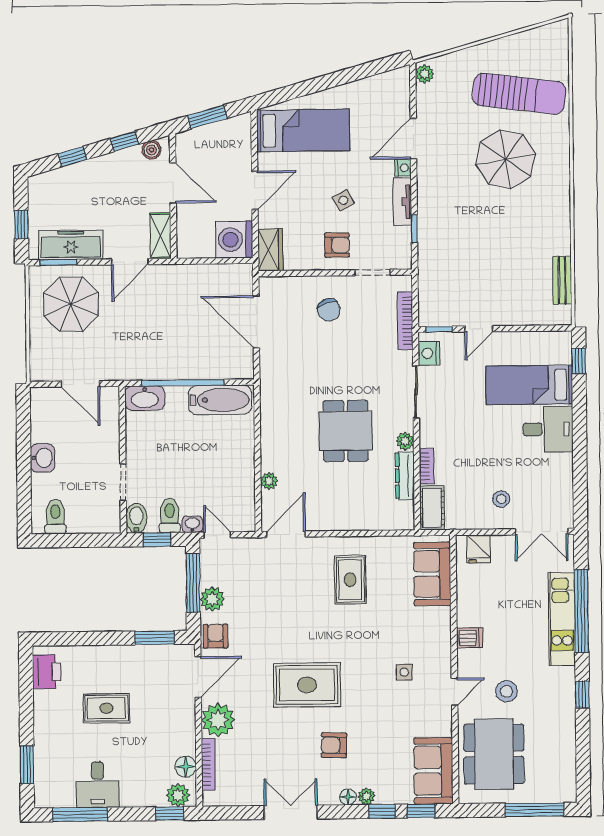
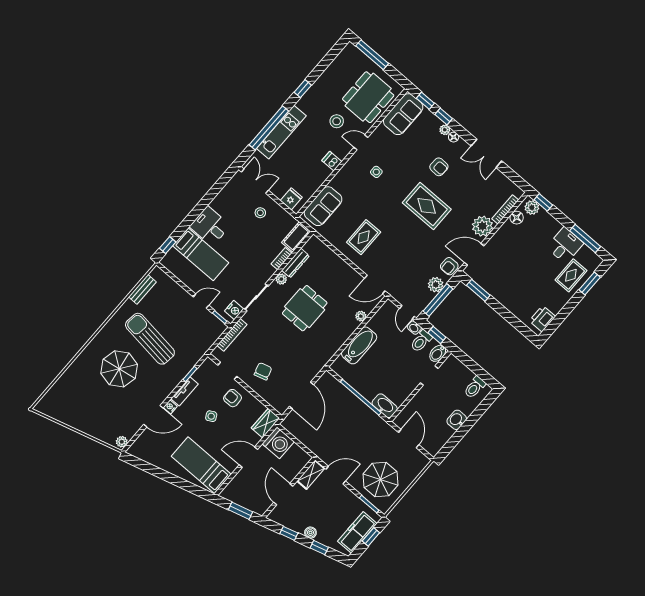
sun lounger: (519, 94) -> (150, 339), moved
boiler: (151, 150) -> (310, 533), moved
freezer: (71, 245) -> (357, 532), moved, turned 90
bathtub: (220, 400) -> (359, 345), moved, turned 90
rug: (106, 708) -> (571, 275), moved, turned 90

